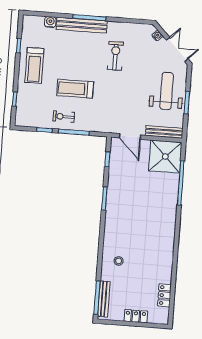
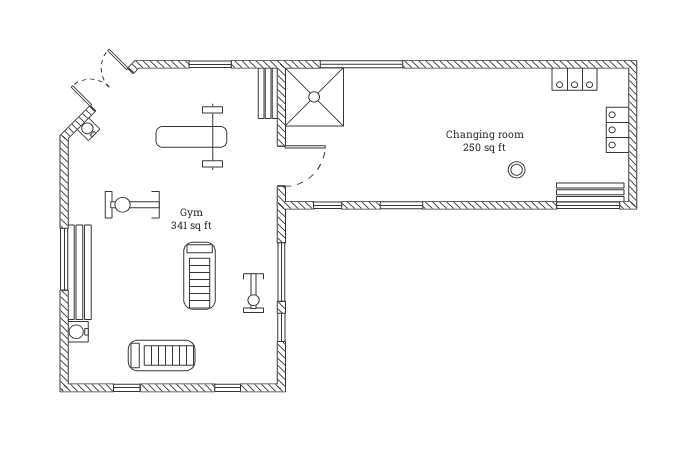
weight bench: (166, 91) -> (191, 137), moved
bench: (164, 132) -> (268, 93), width x0.73

